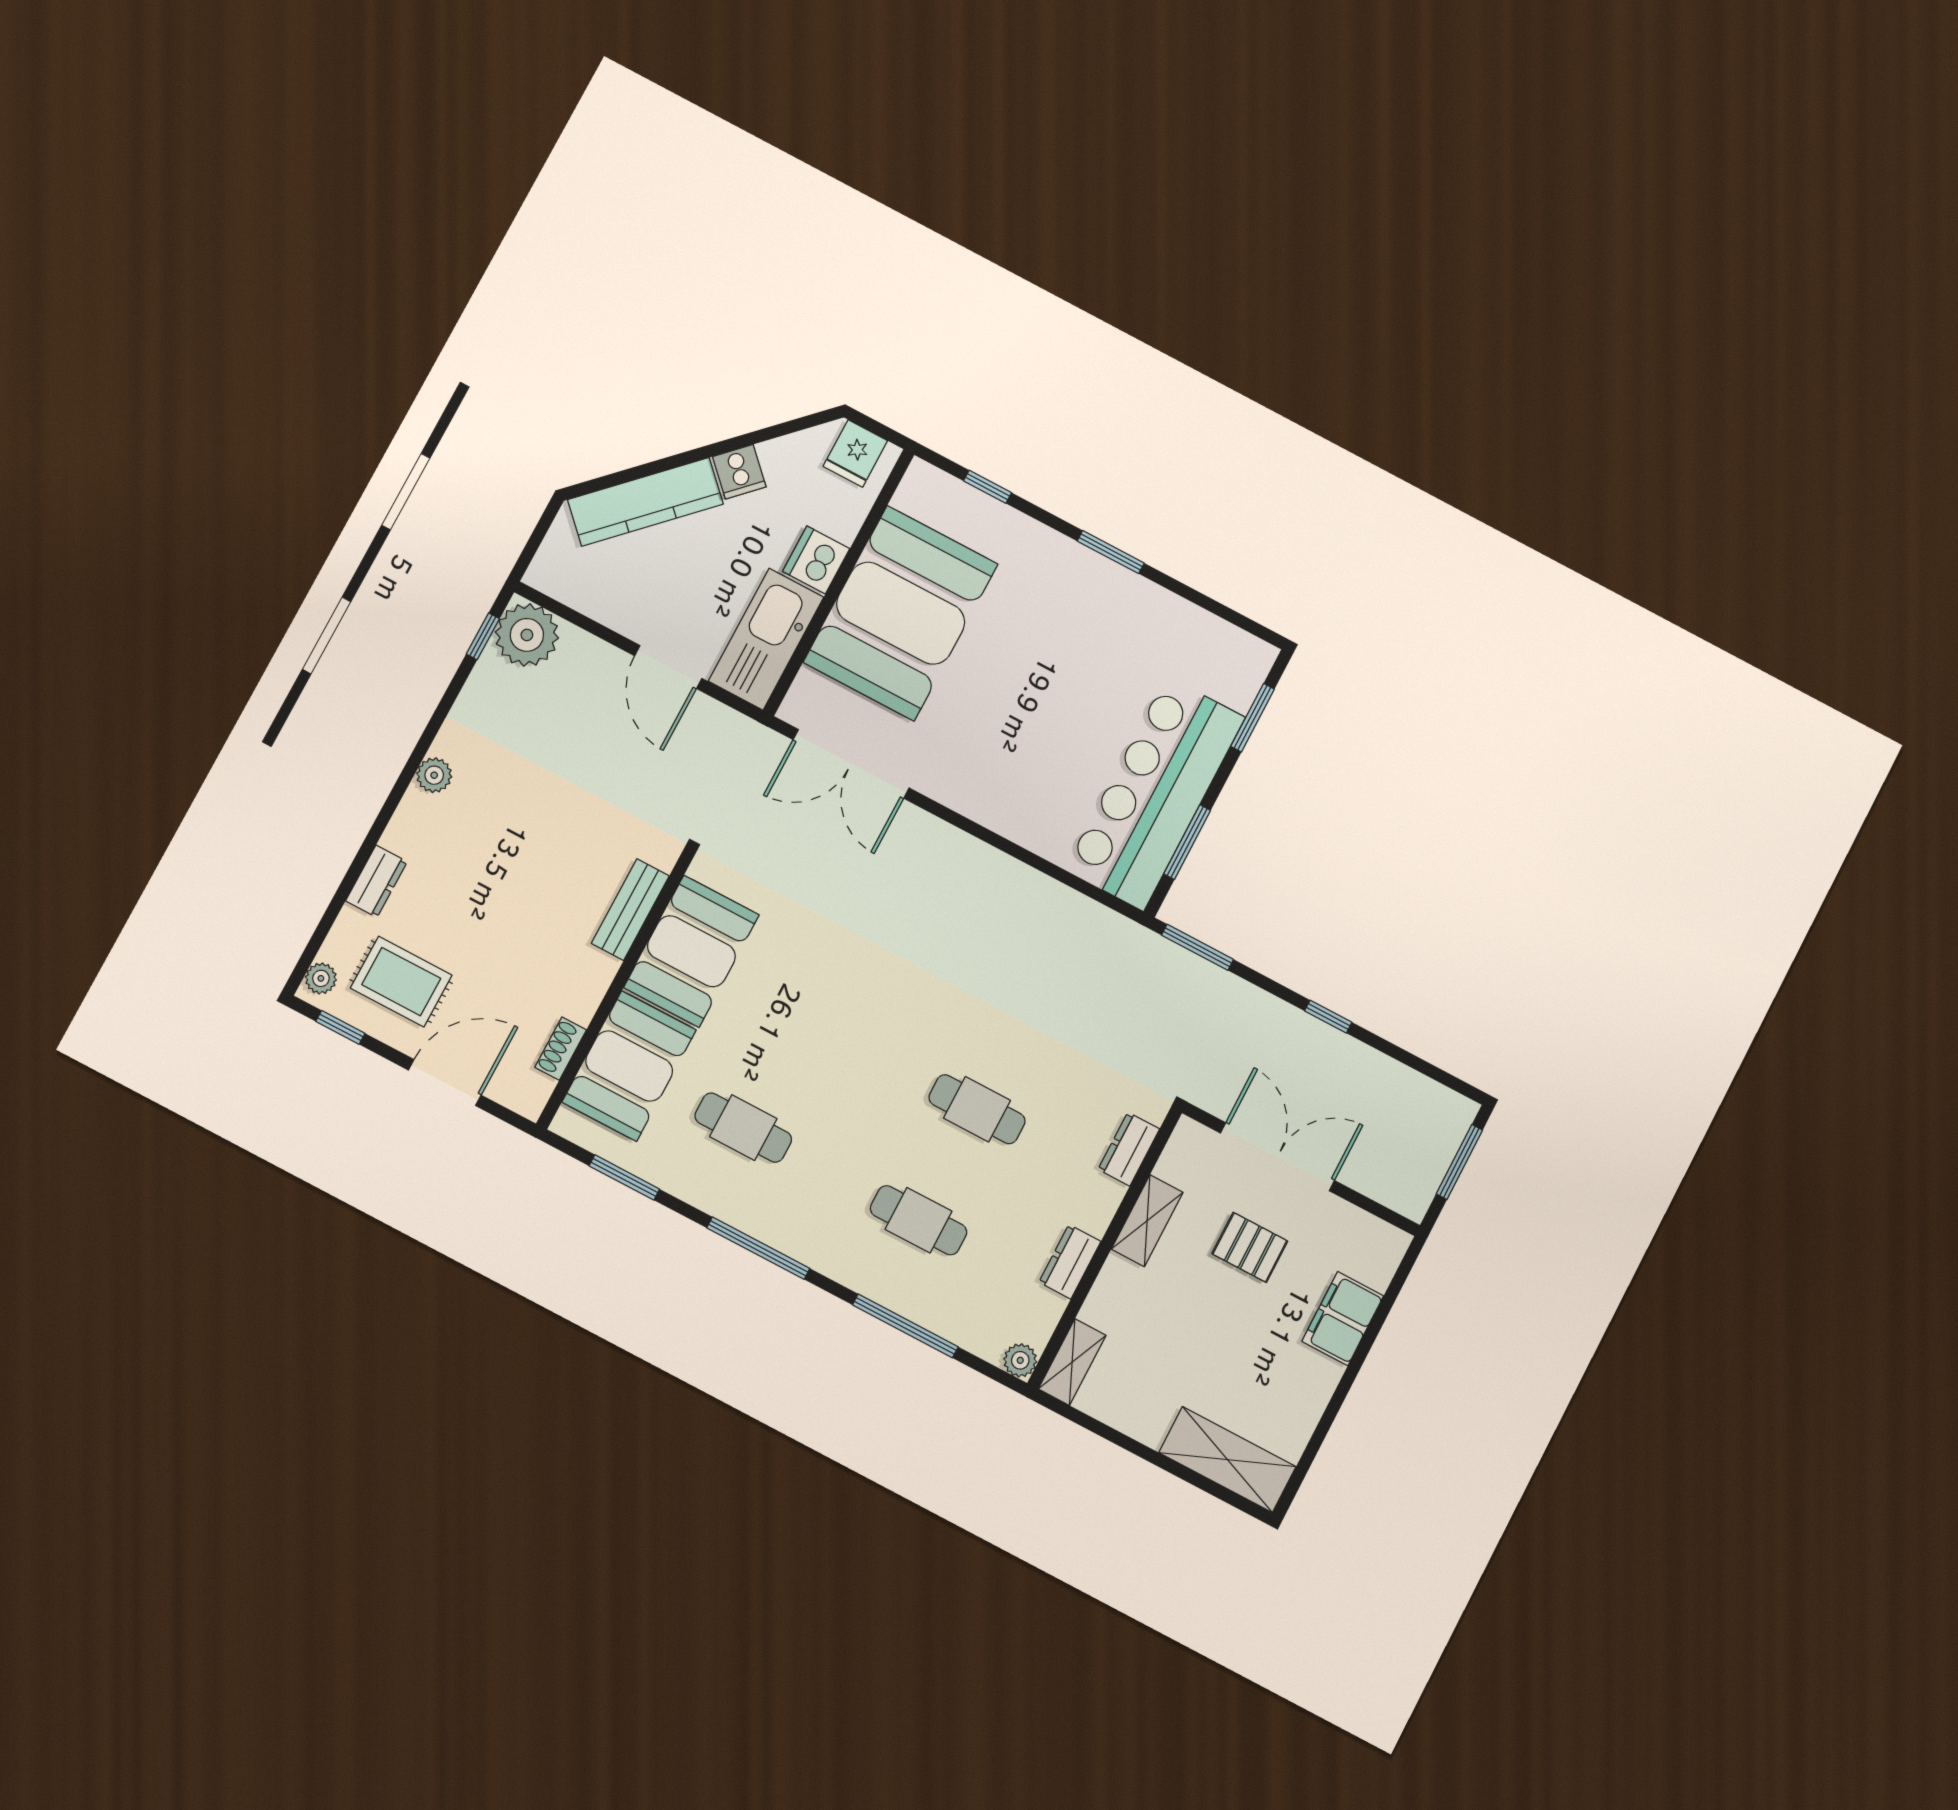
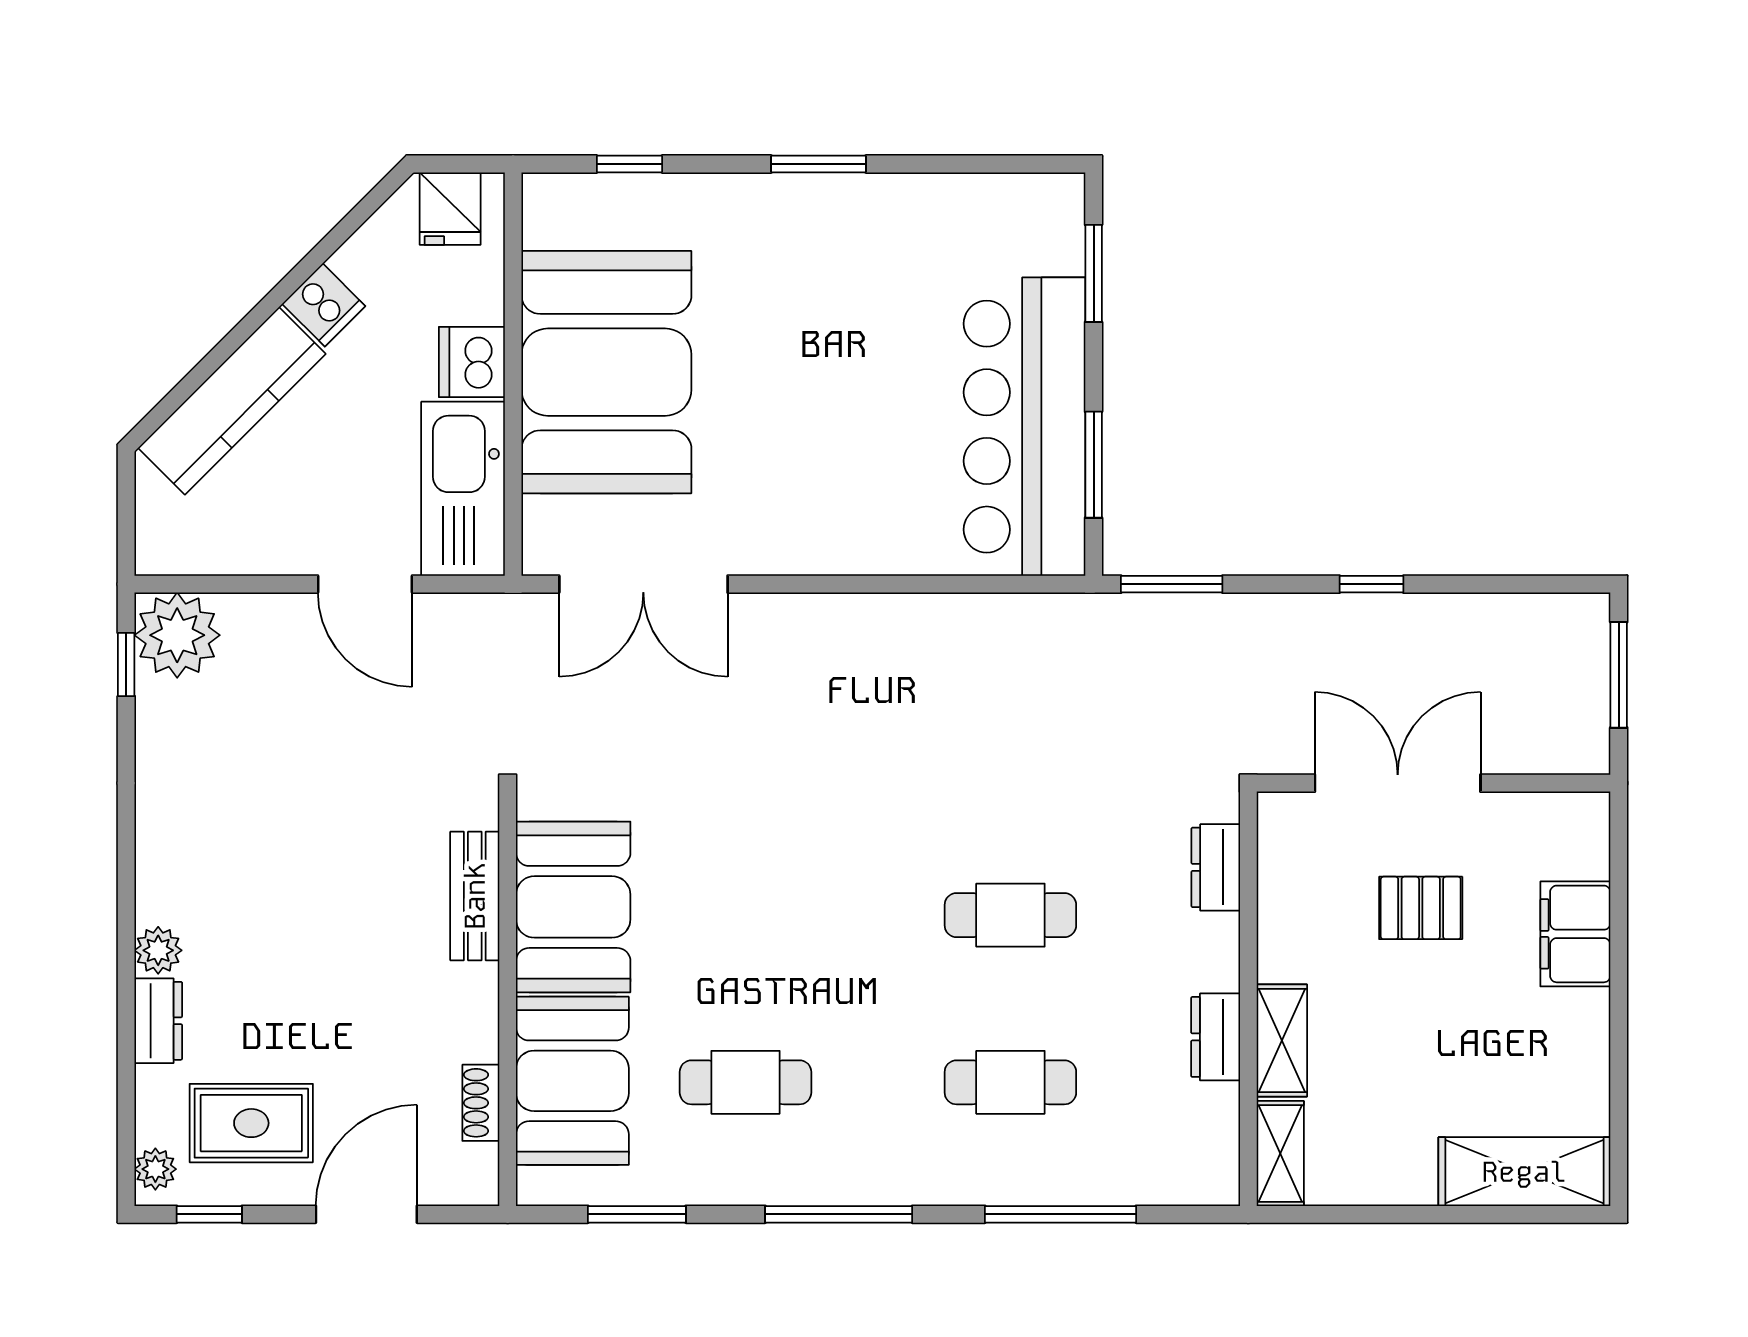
plant: (434, 775) -> (158, 950), moved
shelving: (1147, 1221) -> (1282, 1041), moved
plant: (1020, 1360) -> (1218, 1184), removed

